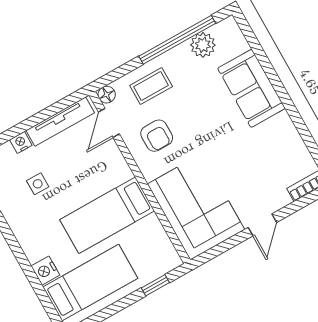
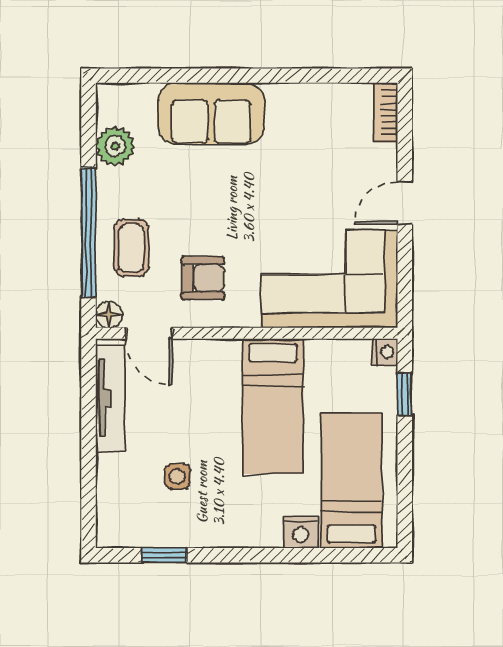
window: (177, 40) -> (89, 232), moved
nightstand: (21, 142) -> (385, 352), moved, turned 180
door: (262, 225) -> (405, 203), swing flipped

